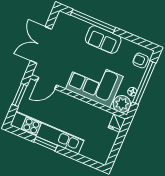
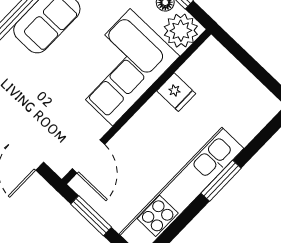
fridge: (117, 123) -> (176, 92), moved
window: (46, 144) -> (221, 181), moved

